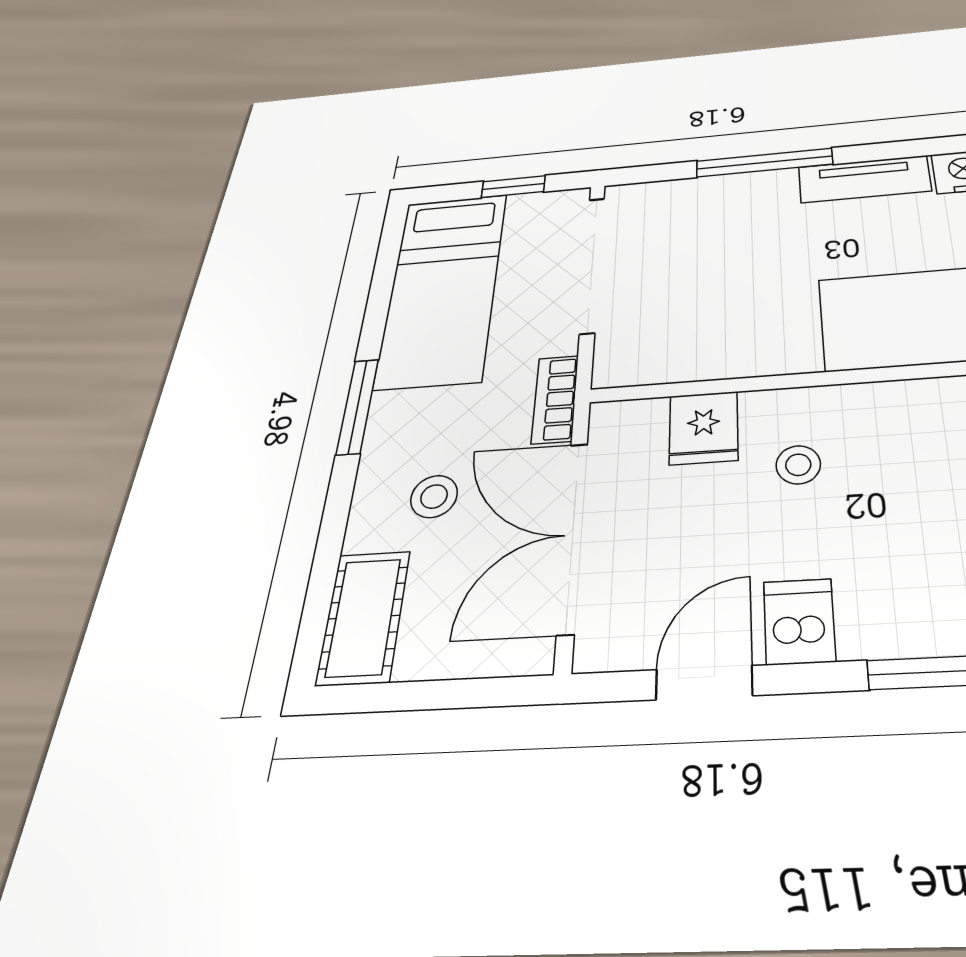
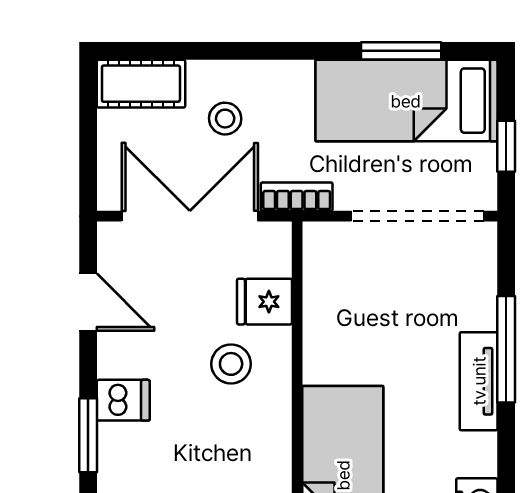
tv unit: (864, 179) -> (479, 381), moved
window: (357, 406) -> (401, 51), moved
stool: (798, 465) -> (231, 364), width x1.37, depth x1.37
dishwasher: (799, 621) -> (123, 400), moved

